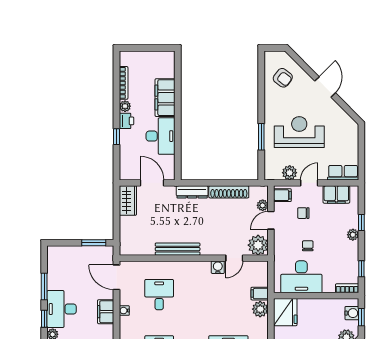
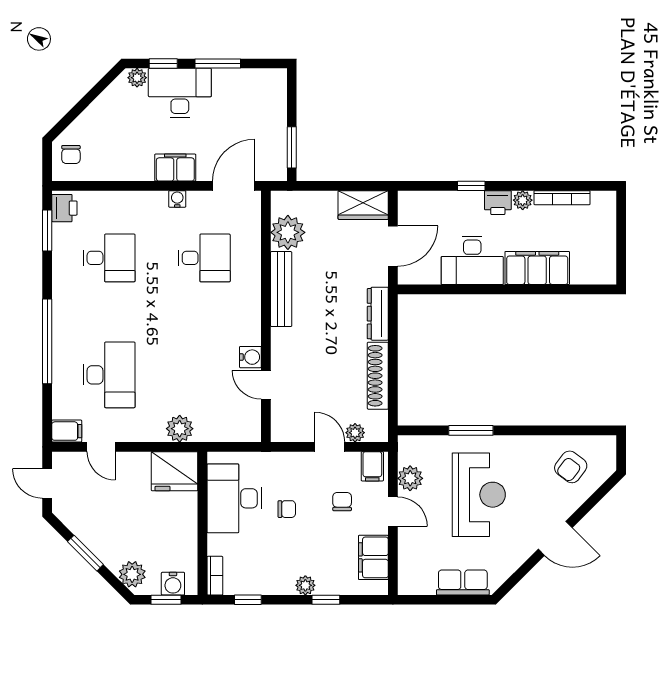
row of seats: (343, 173) -> (463, 583), moved, turned -90
plant: (258, 245) -> (288, 232), moved
filing cabinet: (260, 294) -> (206, 428), removed

